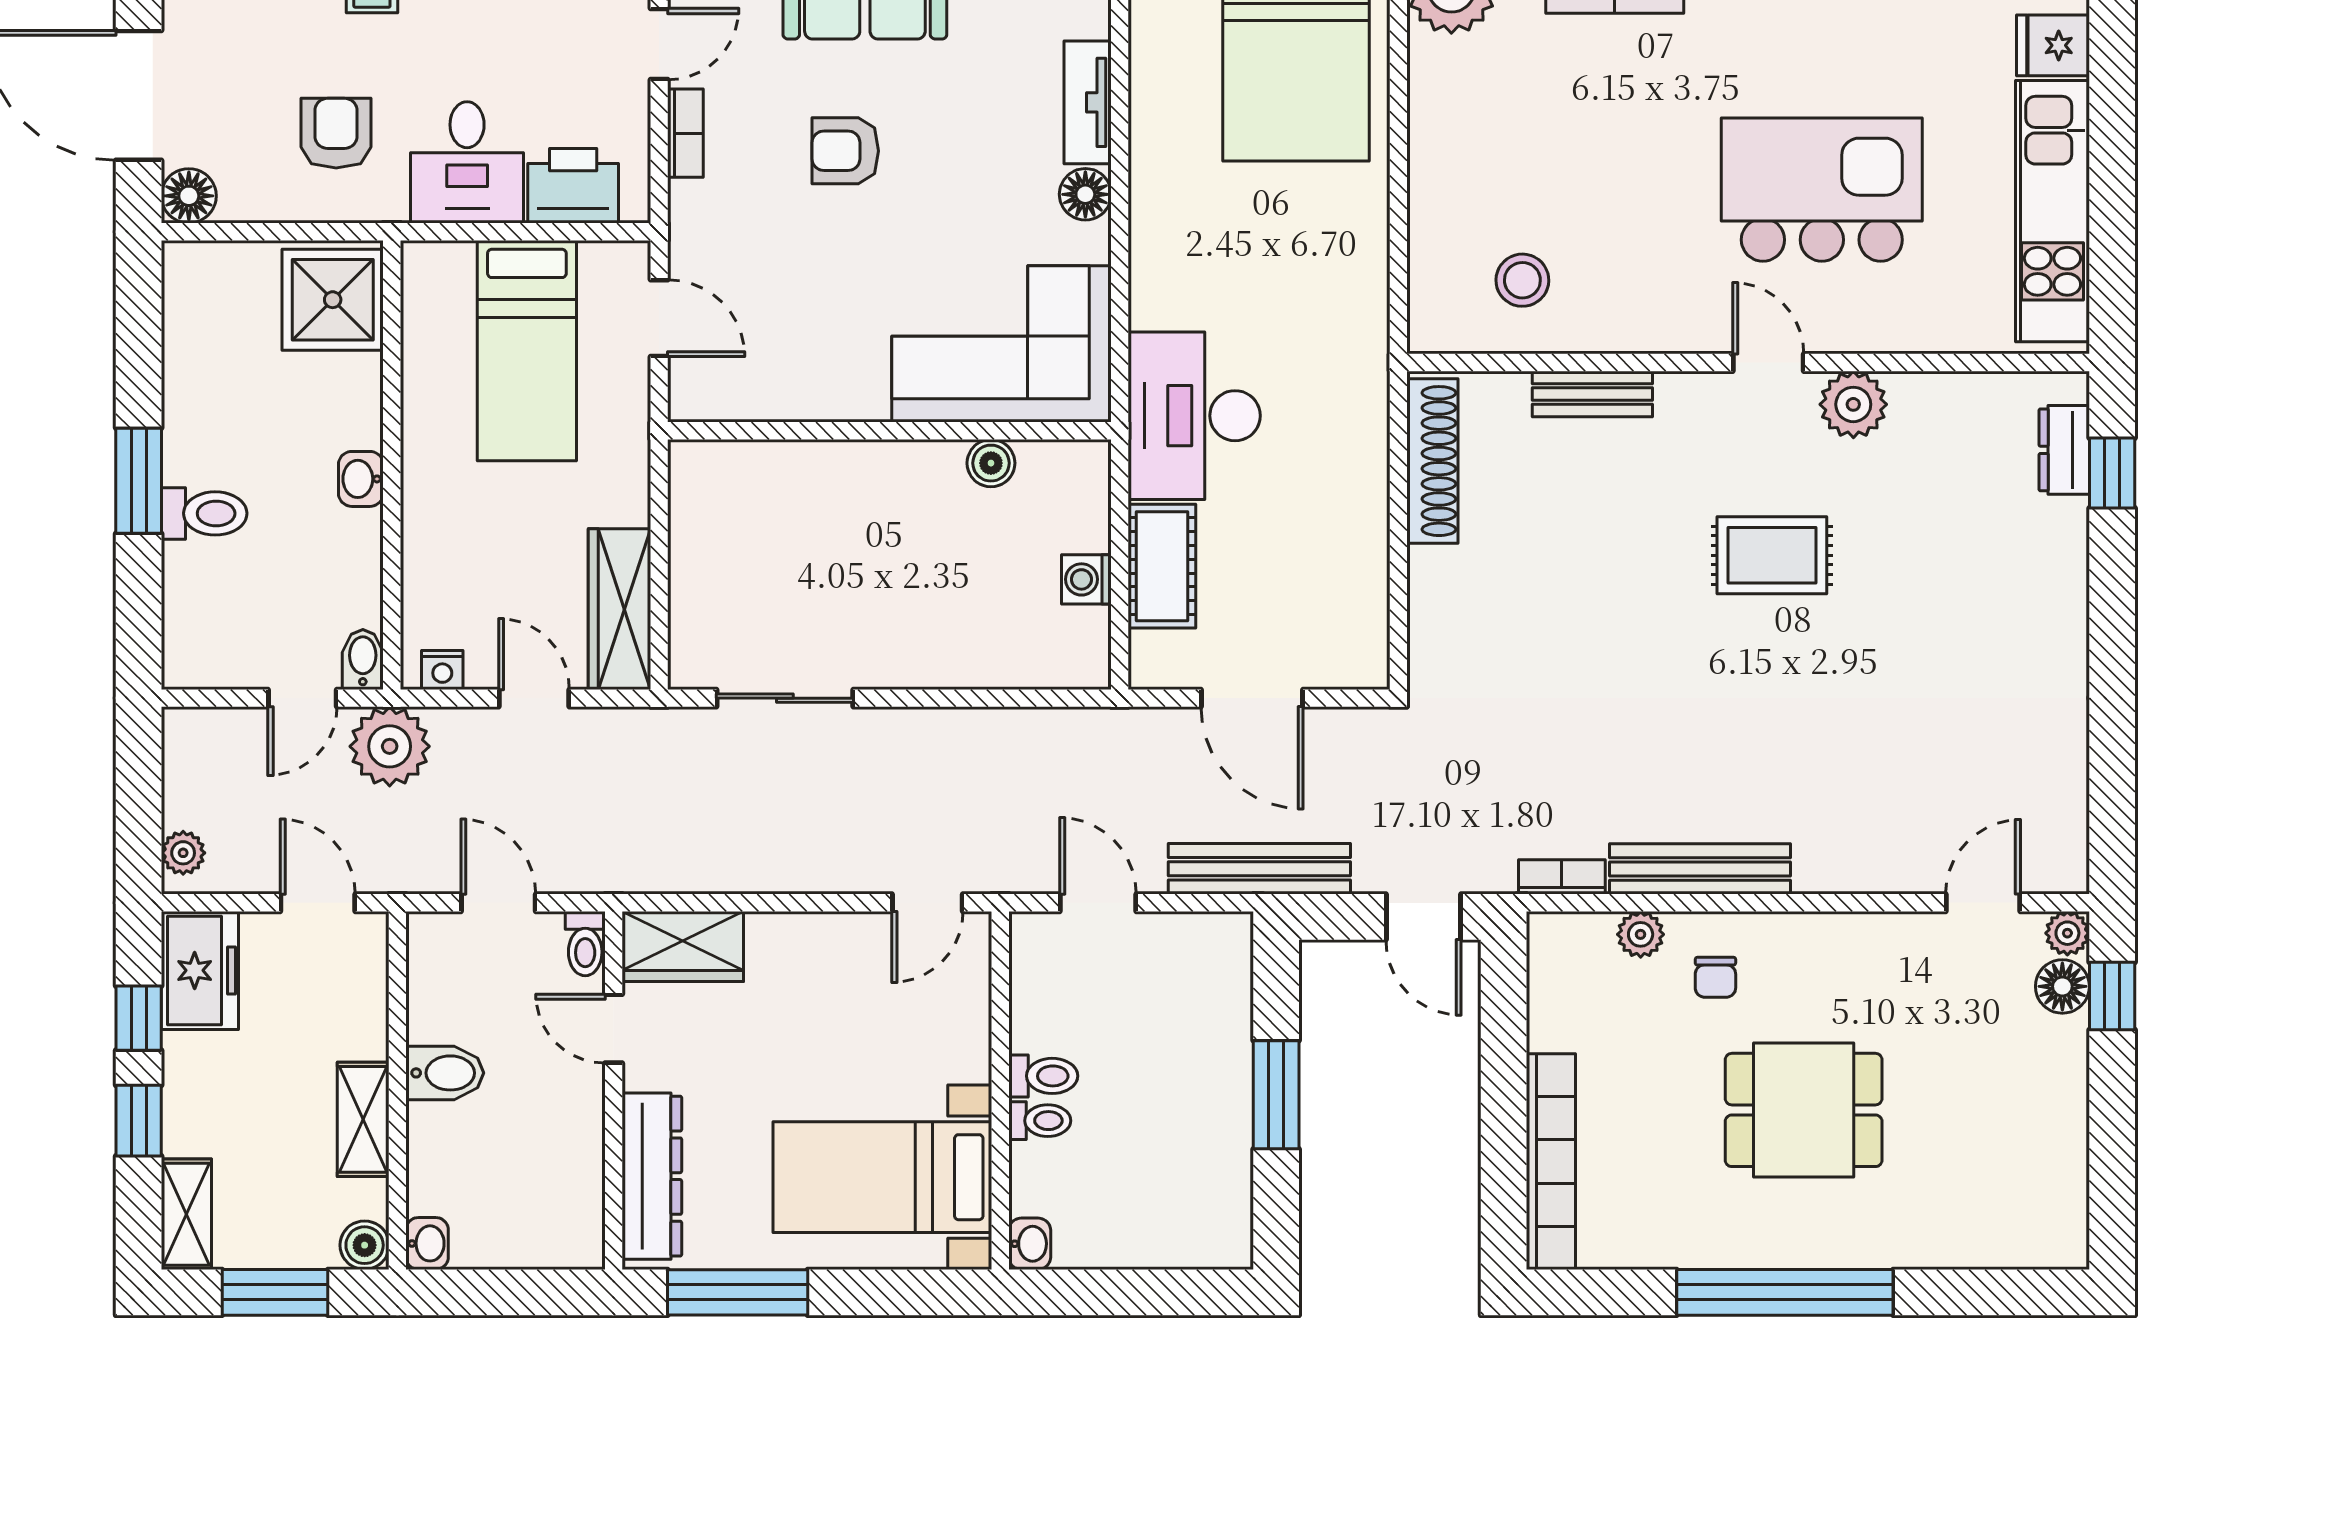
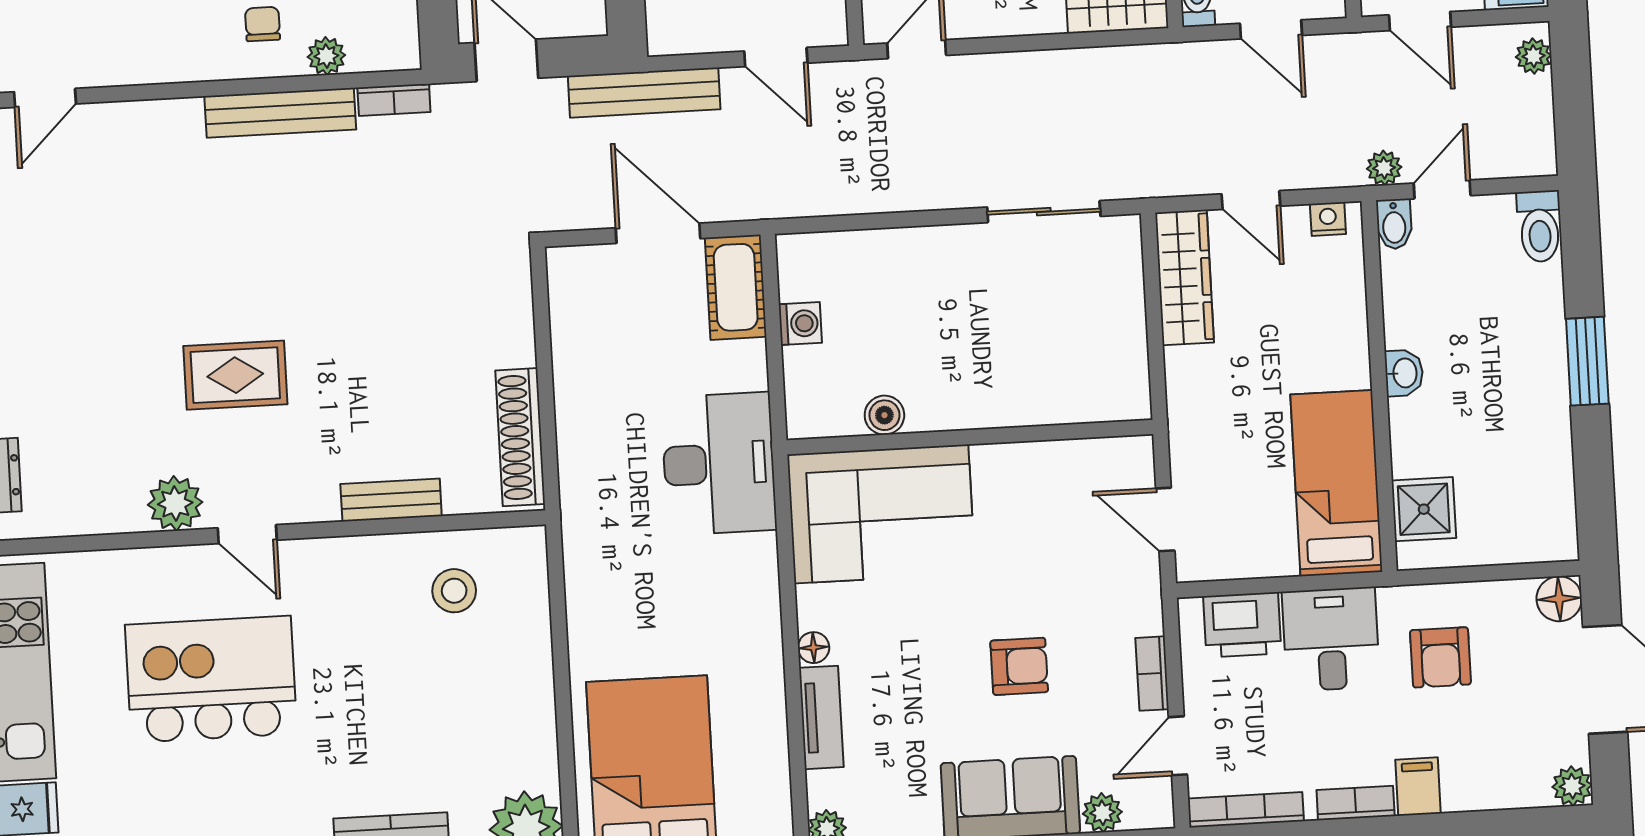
kitchen island: (1822, 190) -> (211, 679), turned 180
floor lamp: (1085, 194) -> (814, 648), width x0.73, depth x0.73
shower: (333, 300) -> (1424, 509), width x0.73, depth x0.73
bed: (527, 351) -> (1336, 483), moved
toilet: (204, 513) -> (1539, 226), moved, turned -90
cot: (1162, 566) -> (736, 287), moved
plant: (390, 746) -> (1384, 168), width x0.53, depth x0.53

